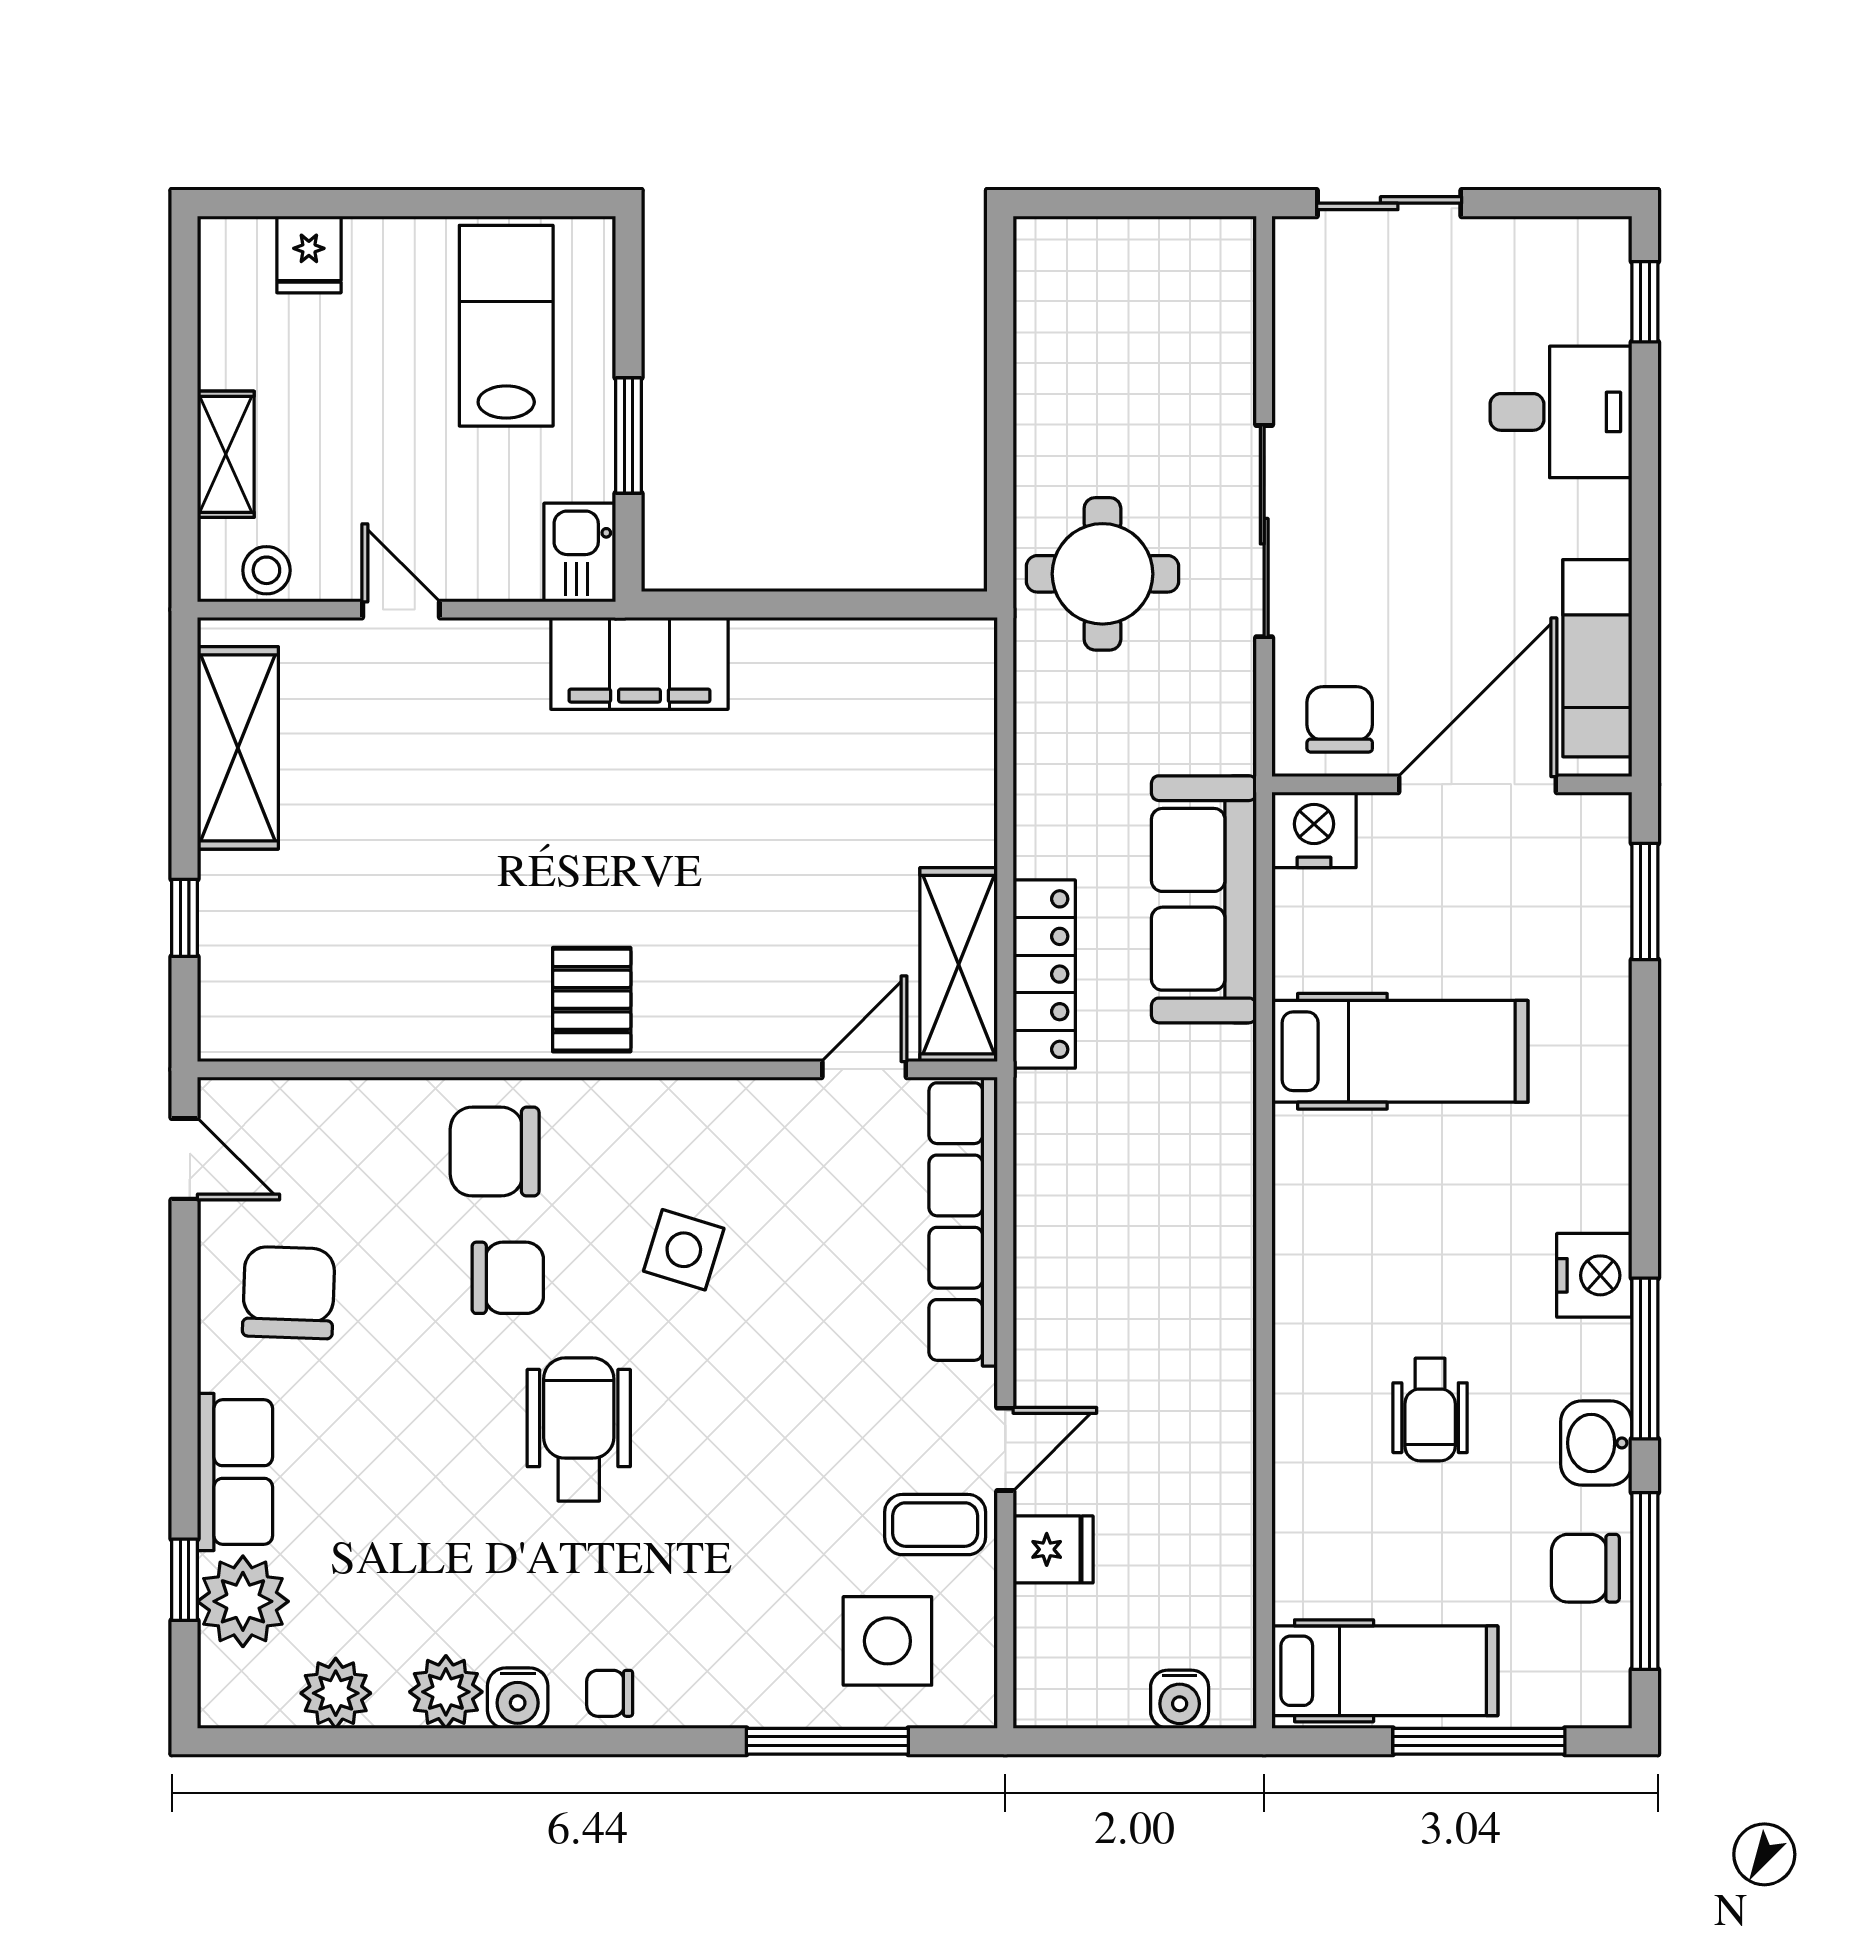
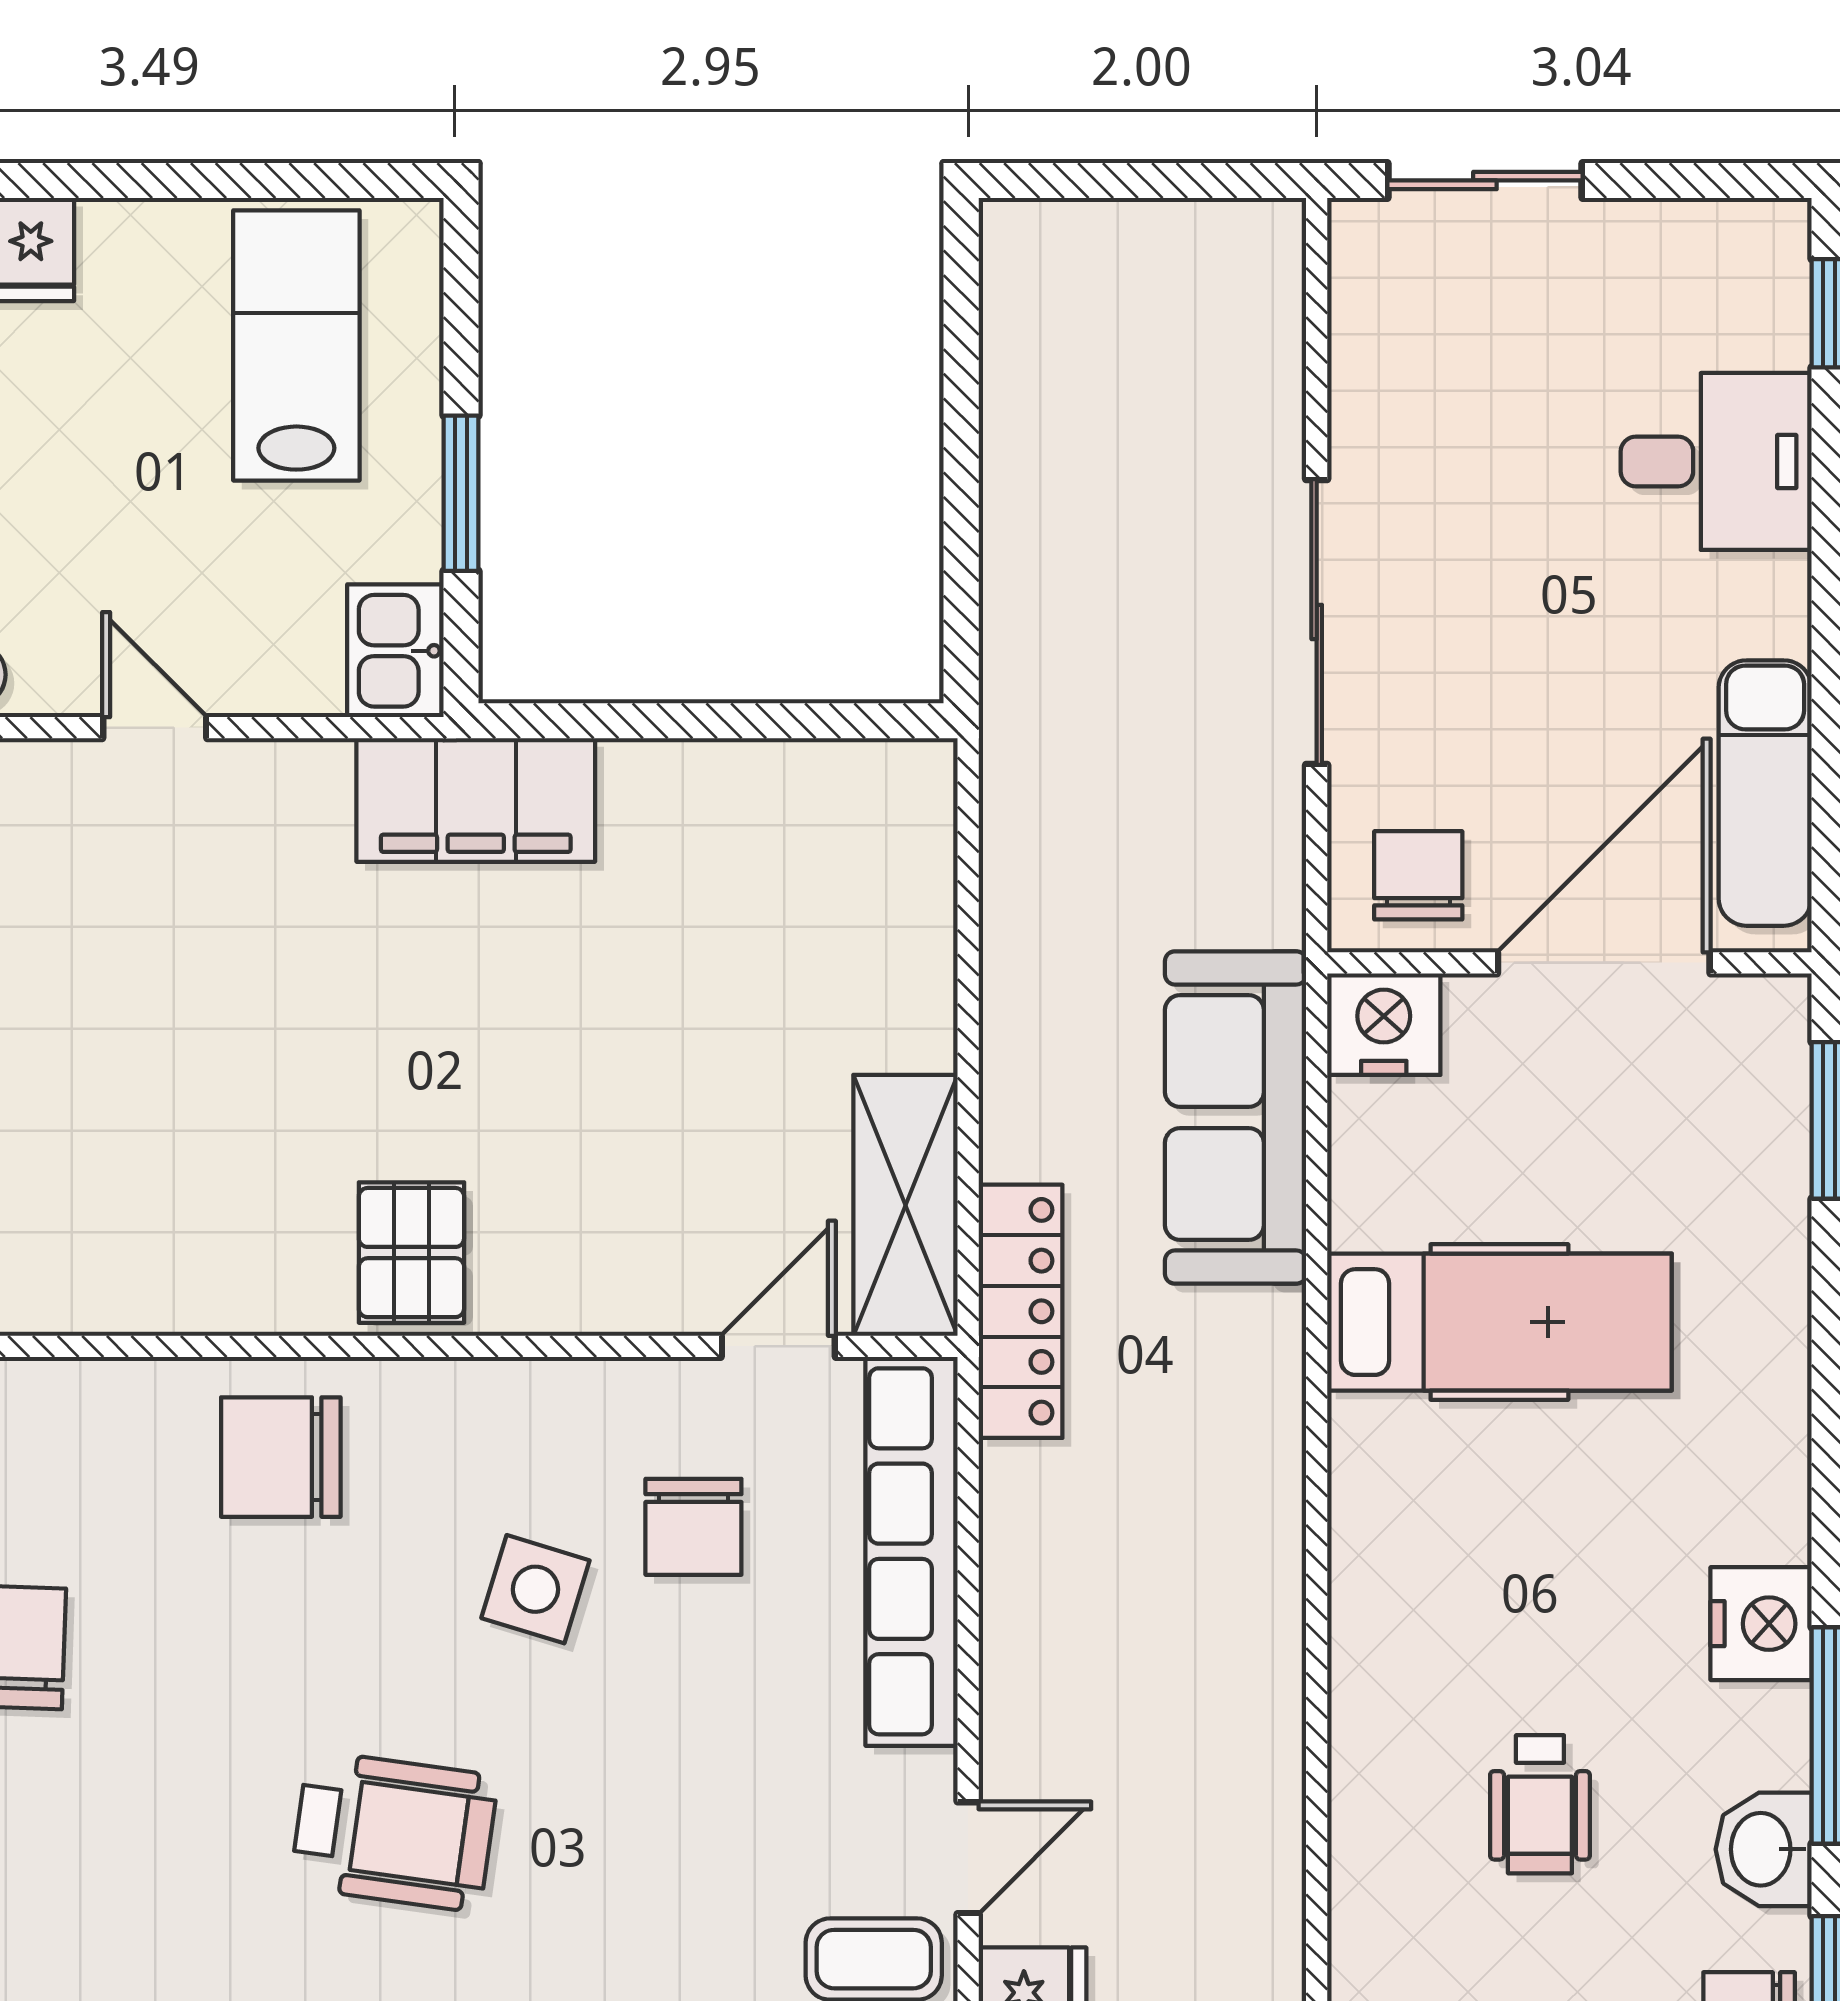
round table: (1102, 574) -> (1099, 679), removed
locker: (1044, 974) -> (1021, 1311), moved
chair: (508, 1278) -> (693, 1527), moved, turned 90
wheelchair: (579, 1430) -> (394, 1831), turned 98

